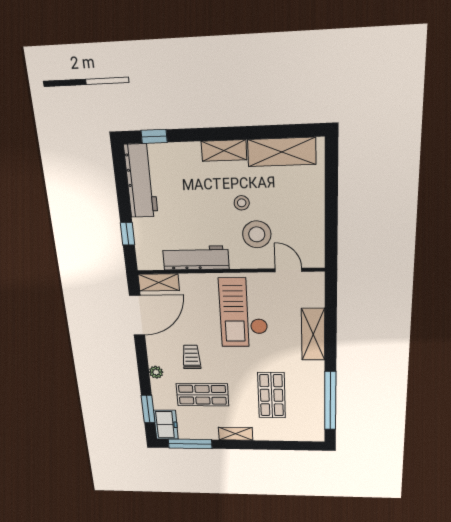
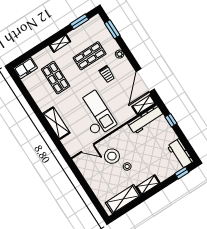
workbench: (141, 181) -> (180, 154), width x0.73
workbench: (196, 258) -> (146, 120), moved
window: (330, 401) -> (26, 93), removed
freezer: (166, 425) -> (25, 68), moved, turned -90
window: (190, 444) -> (79, 22), width x0.69

